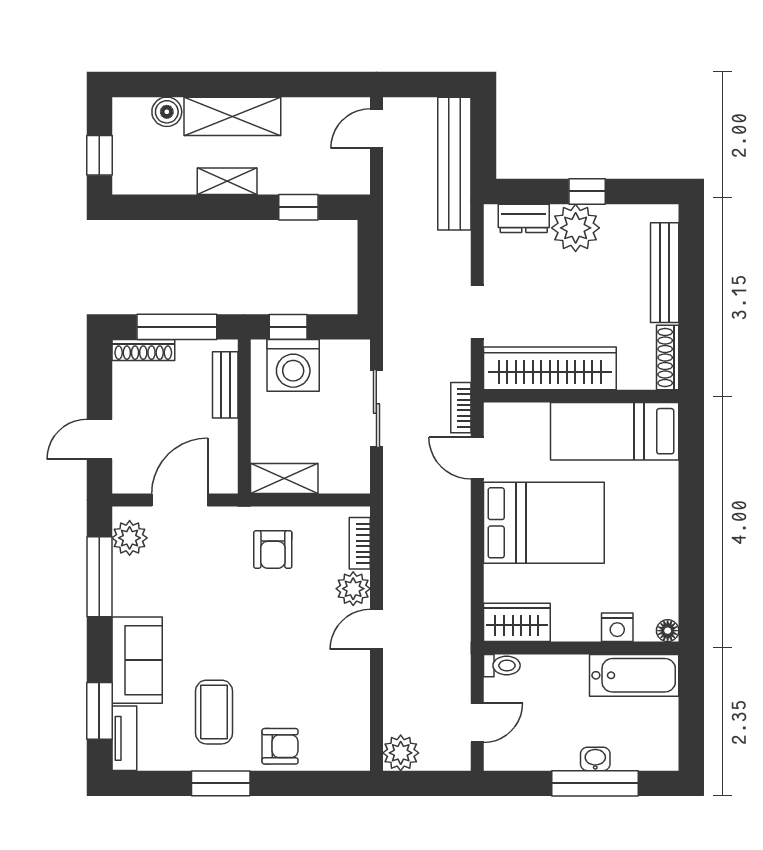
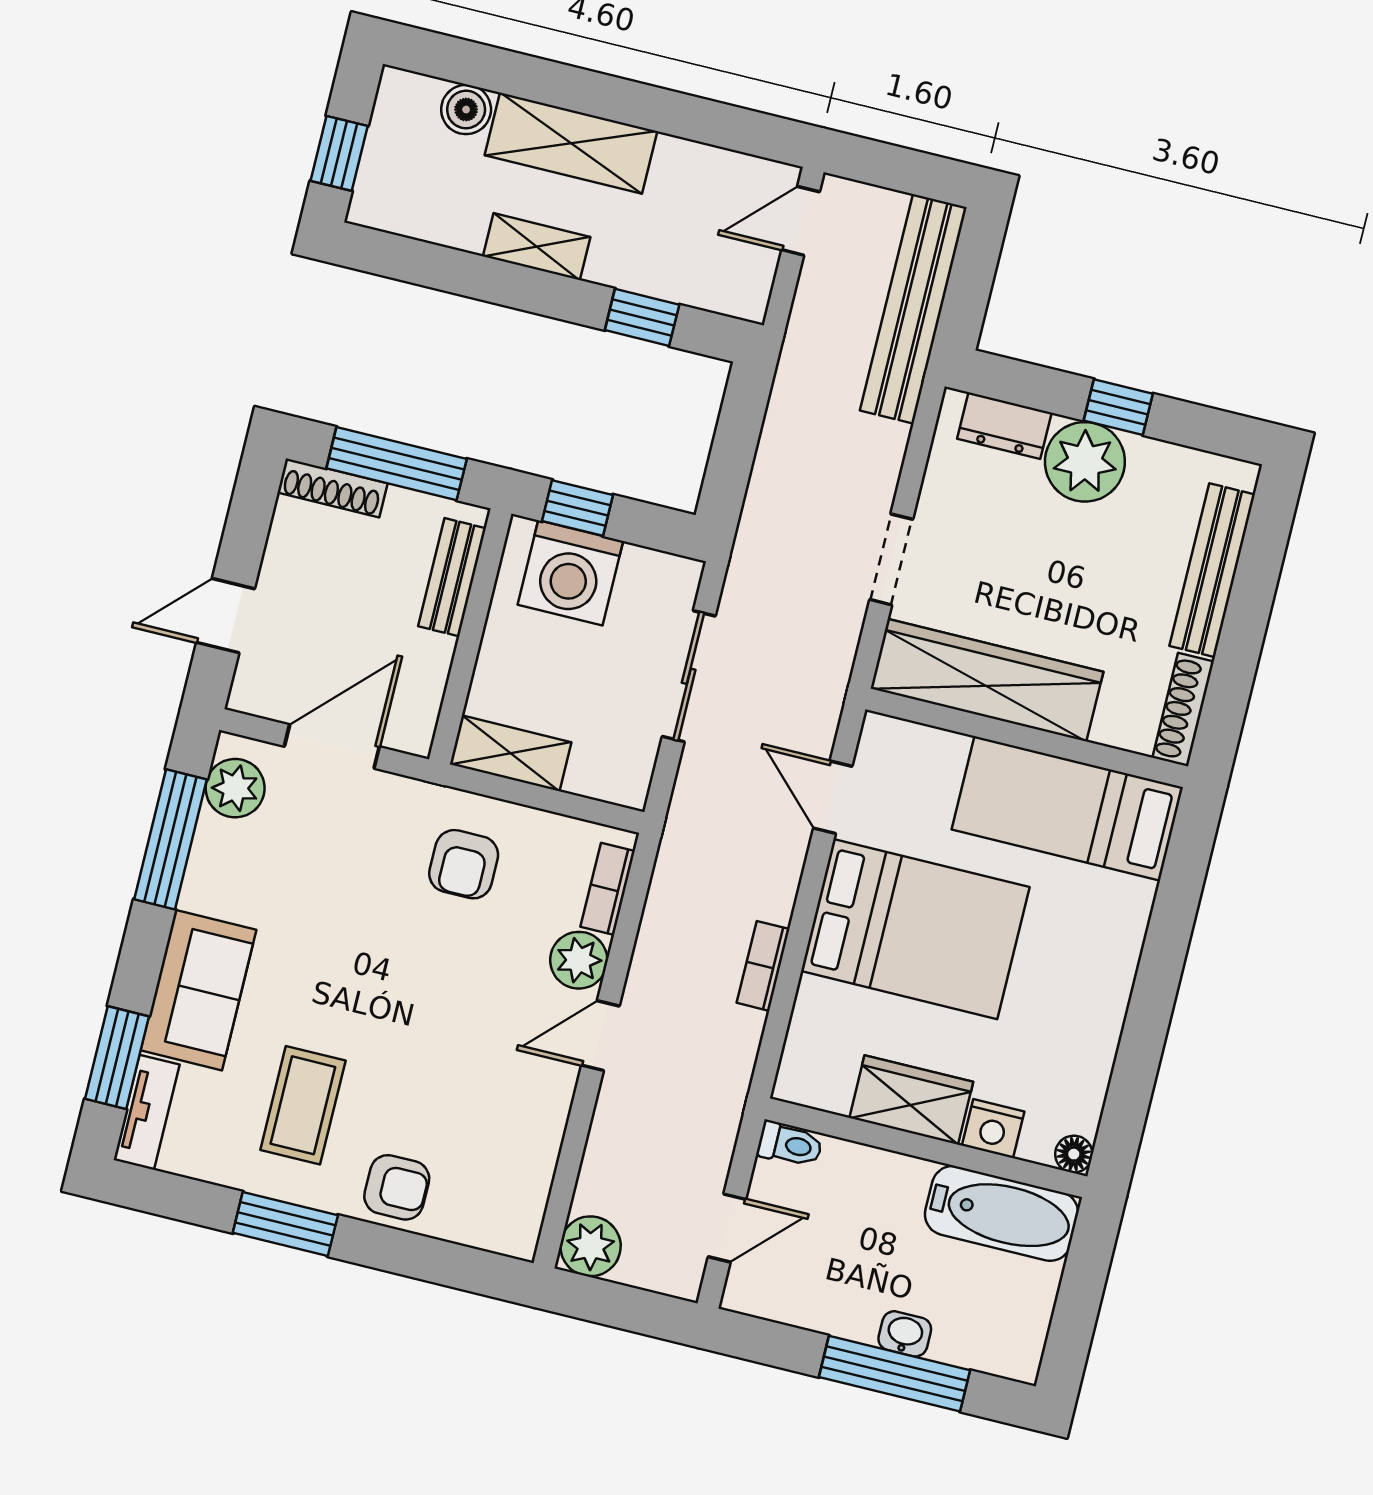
bookcase: (461, 408) -> (763, 966), moved
wardrobe: (517, 622) -> (911, 1100), moved

